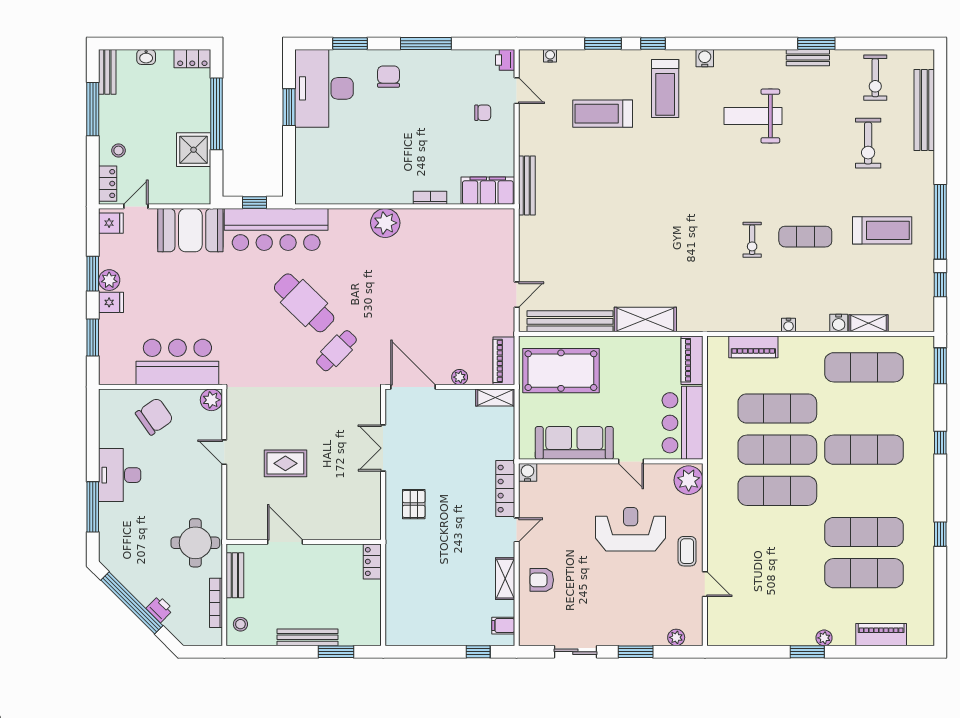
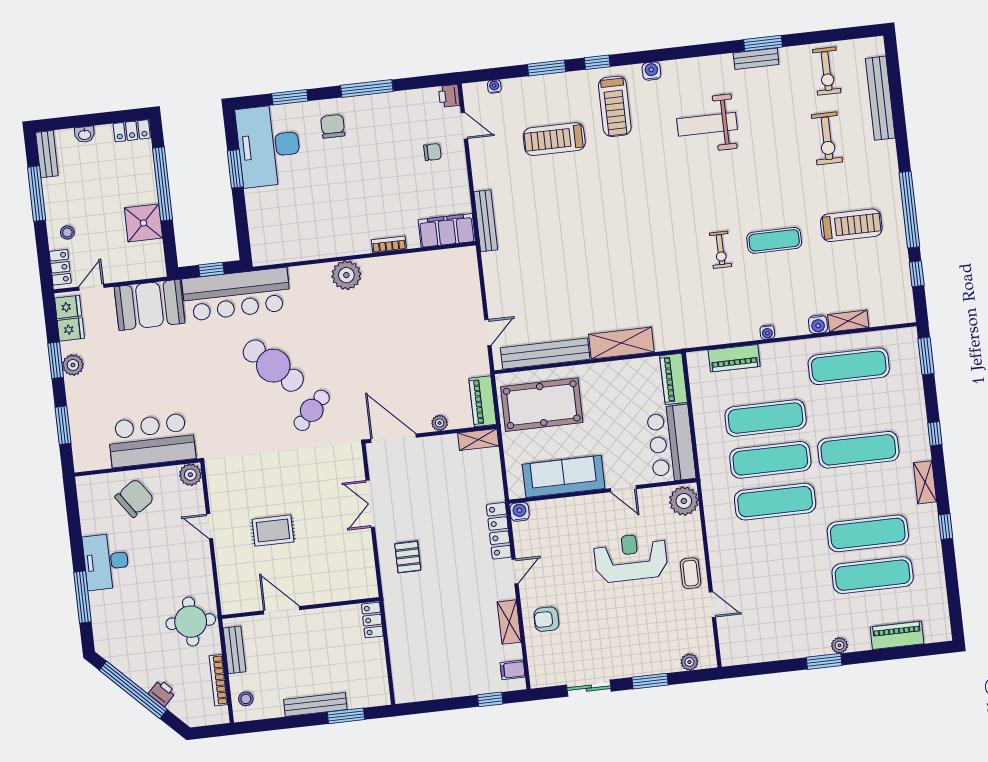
fridge: (111, 302) -> (71, 329), moved
shelving: (925, 489) -> (925, 482), added

